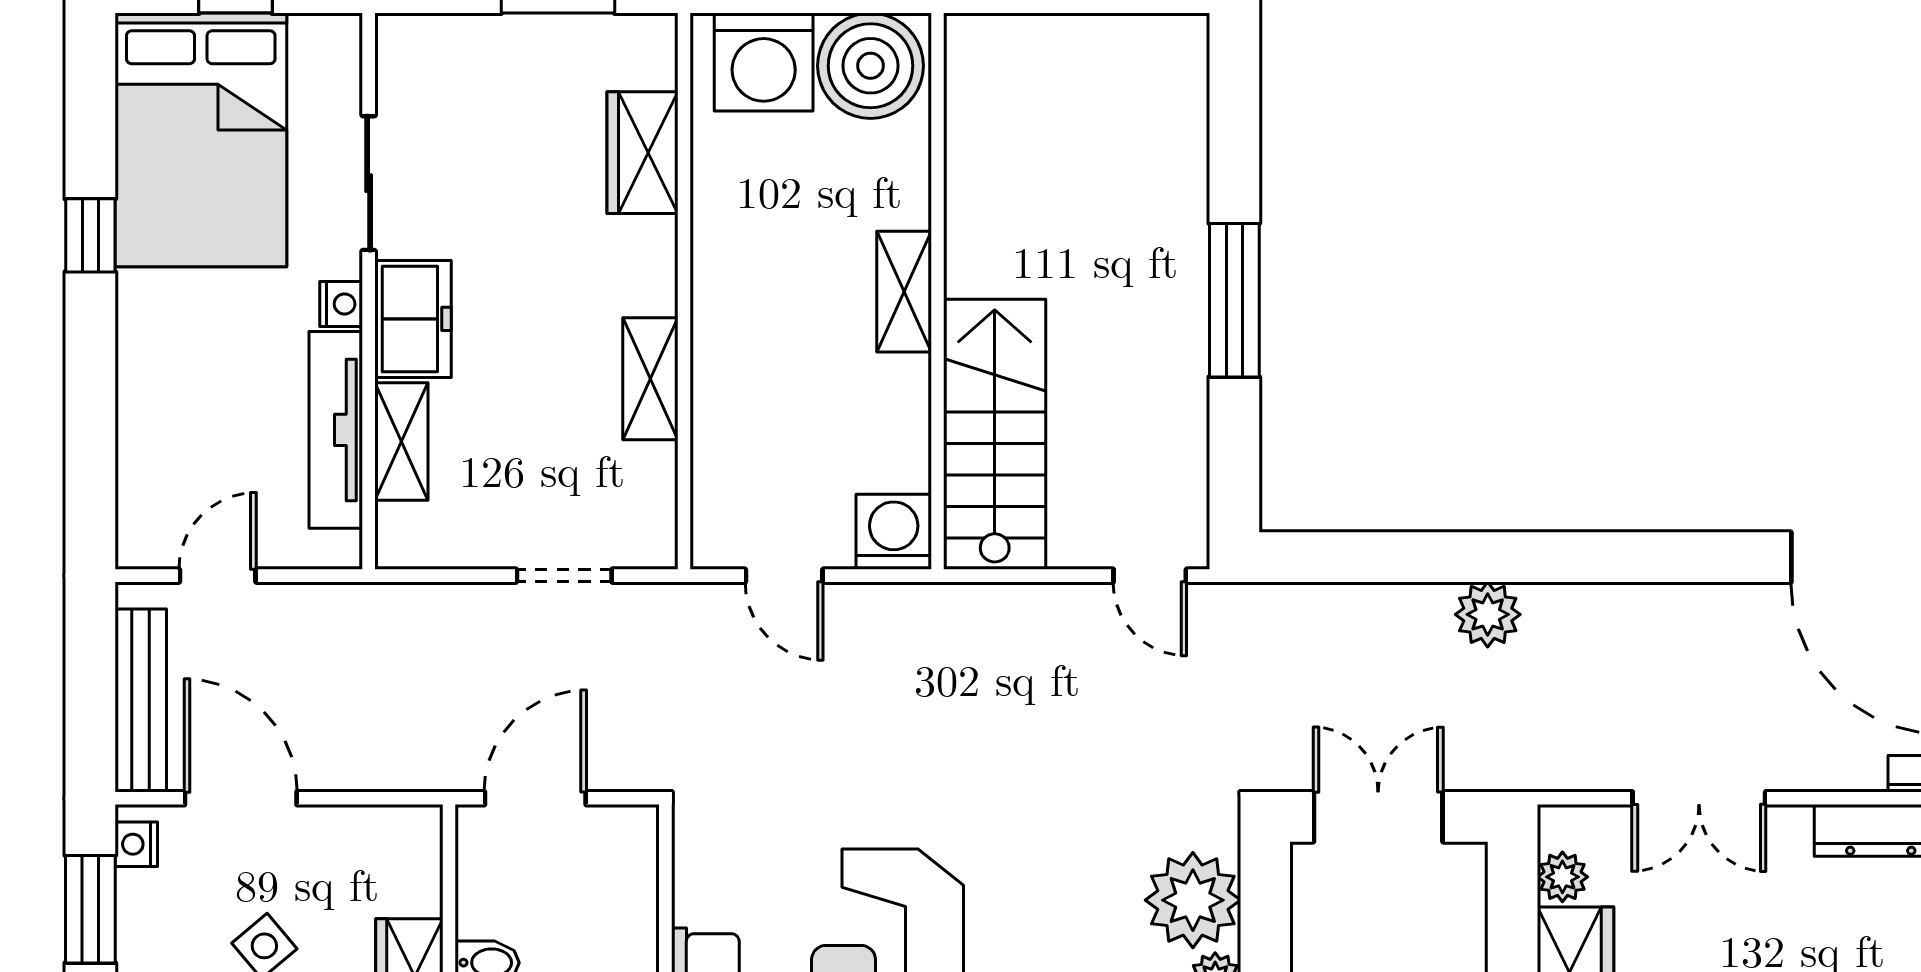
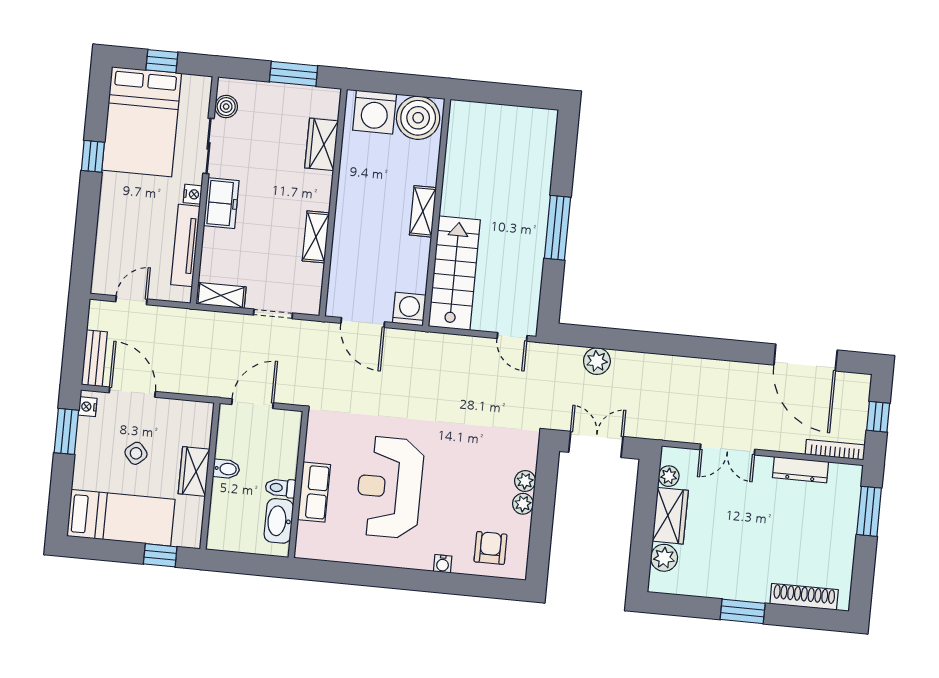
boiler: (402, 83) -> (226, 107), added
shelving: (401, 442) -> (221, 295), moved, turned 90
door: (784, 576) -> (363, 323), width x1.38
plant: (1488, 614) -> (597, 361), moved
bench: (141, 700) -> (94, 358), width x0.73
plant: (1193, 900) -> (525, 481), width x0.53, depth x0.53

